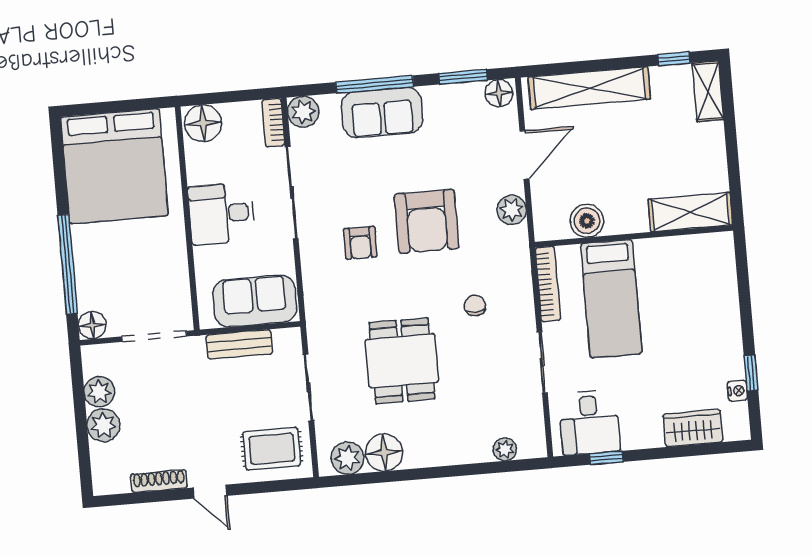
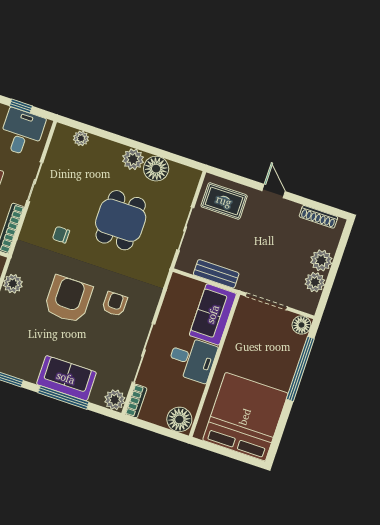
sofa: (255, 301) -> (213, 314), moved, turned 90
chair: (475, 306) -> (61, 235), turned 90
plant: (347, 458) -> (133, 159), moved
shoe rack: (159, 481) -> (318, 217), moved

